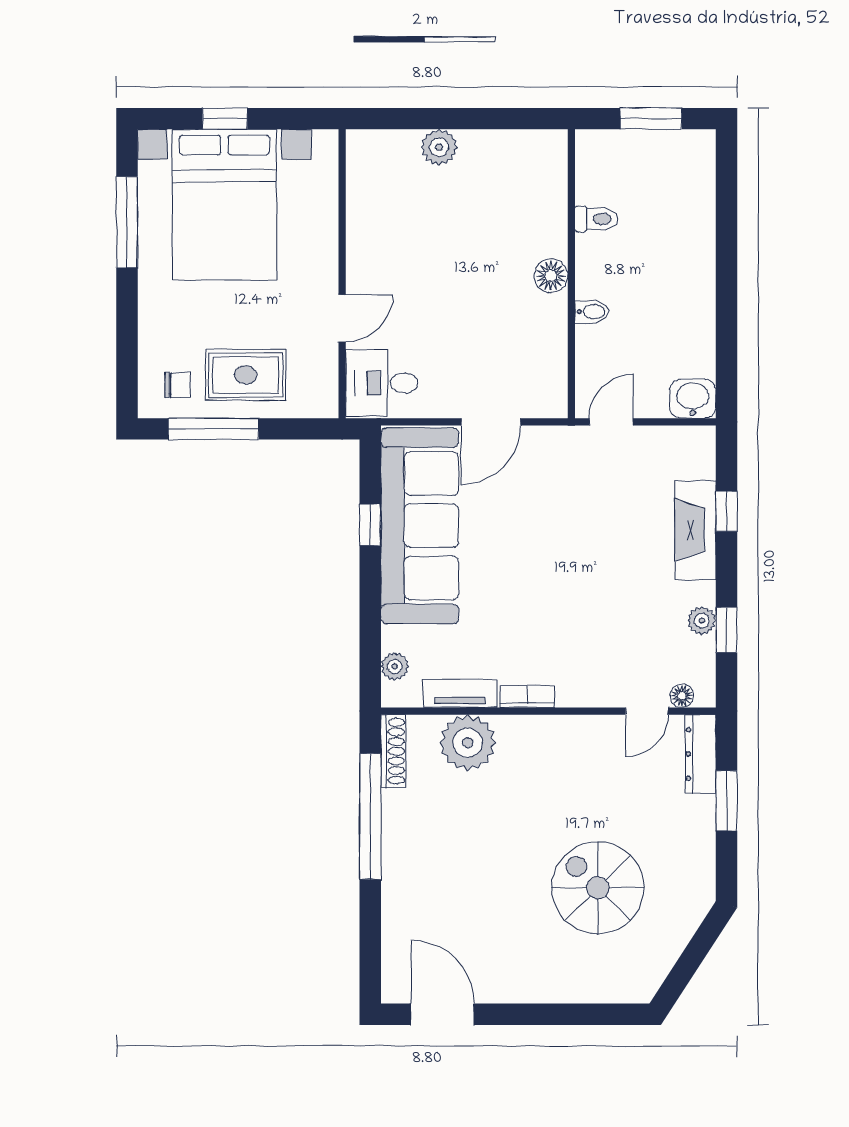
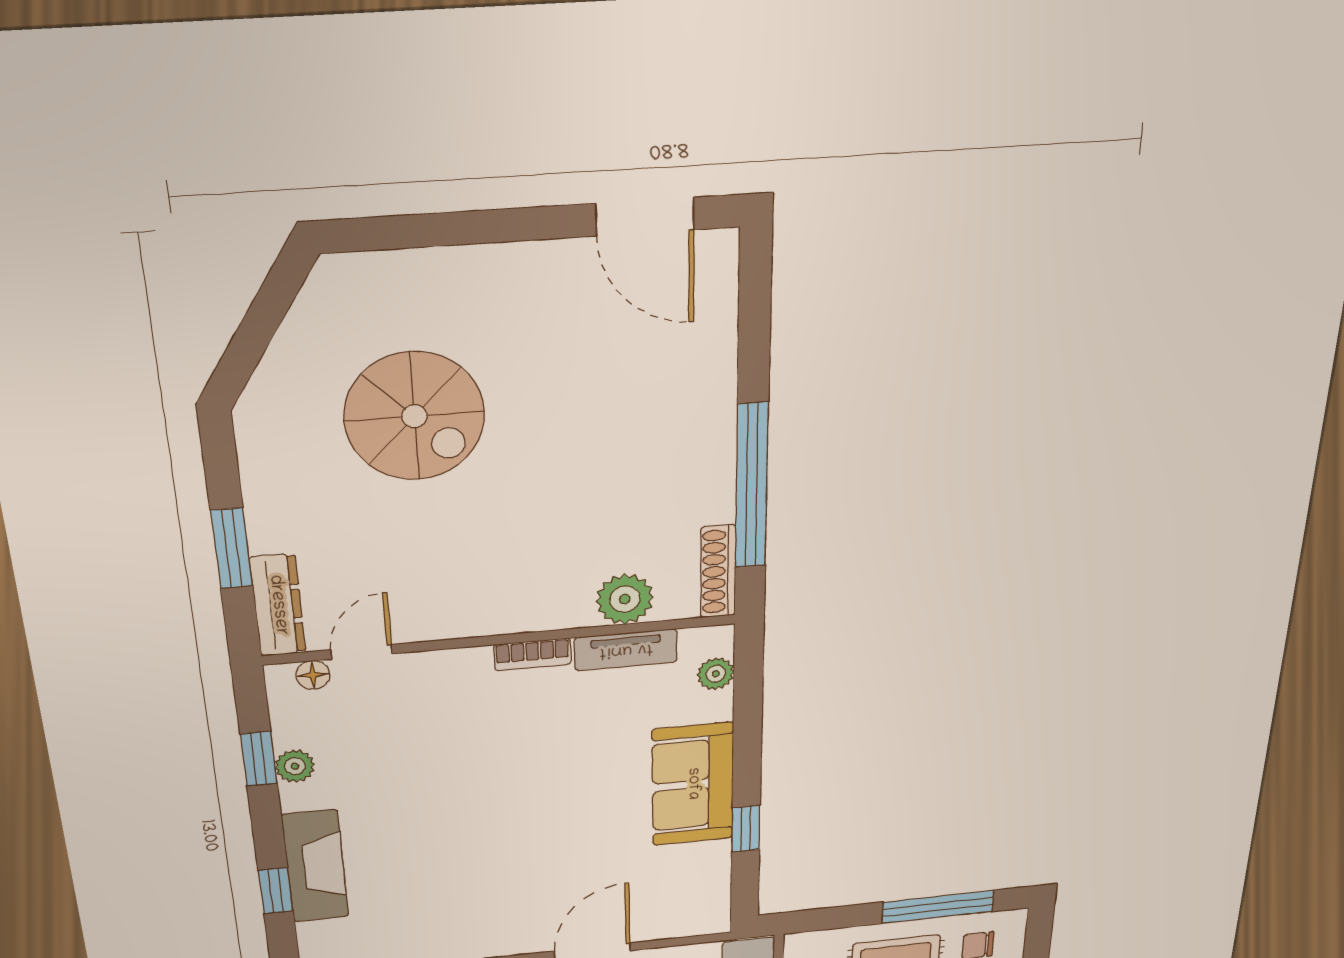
sofa: (420, 526) -> (693, 784), width x0.54, depth x0.79
plant: (468, 743) -> (625, 599), width x0.73, depth x0.73

